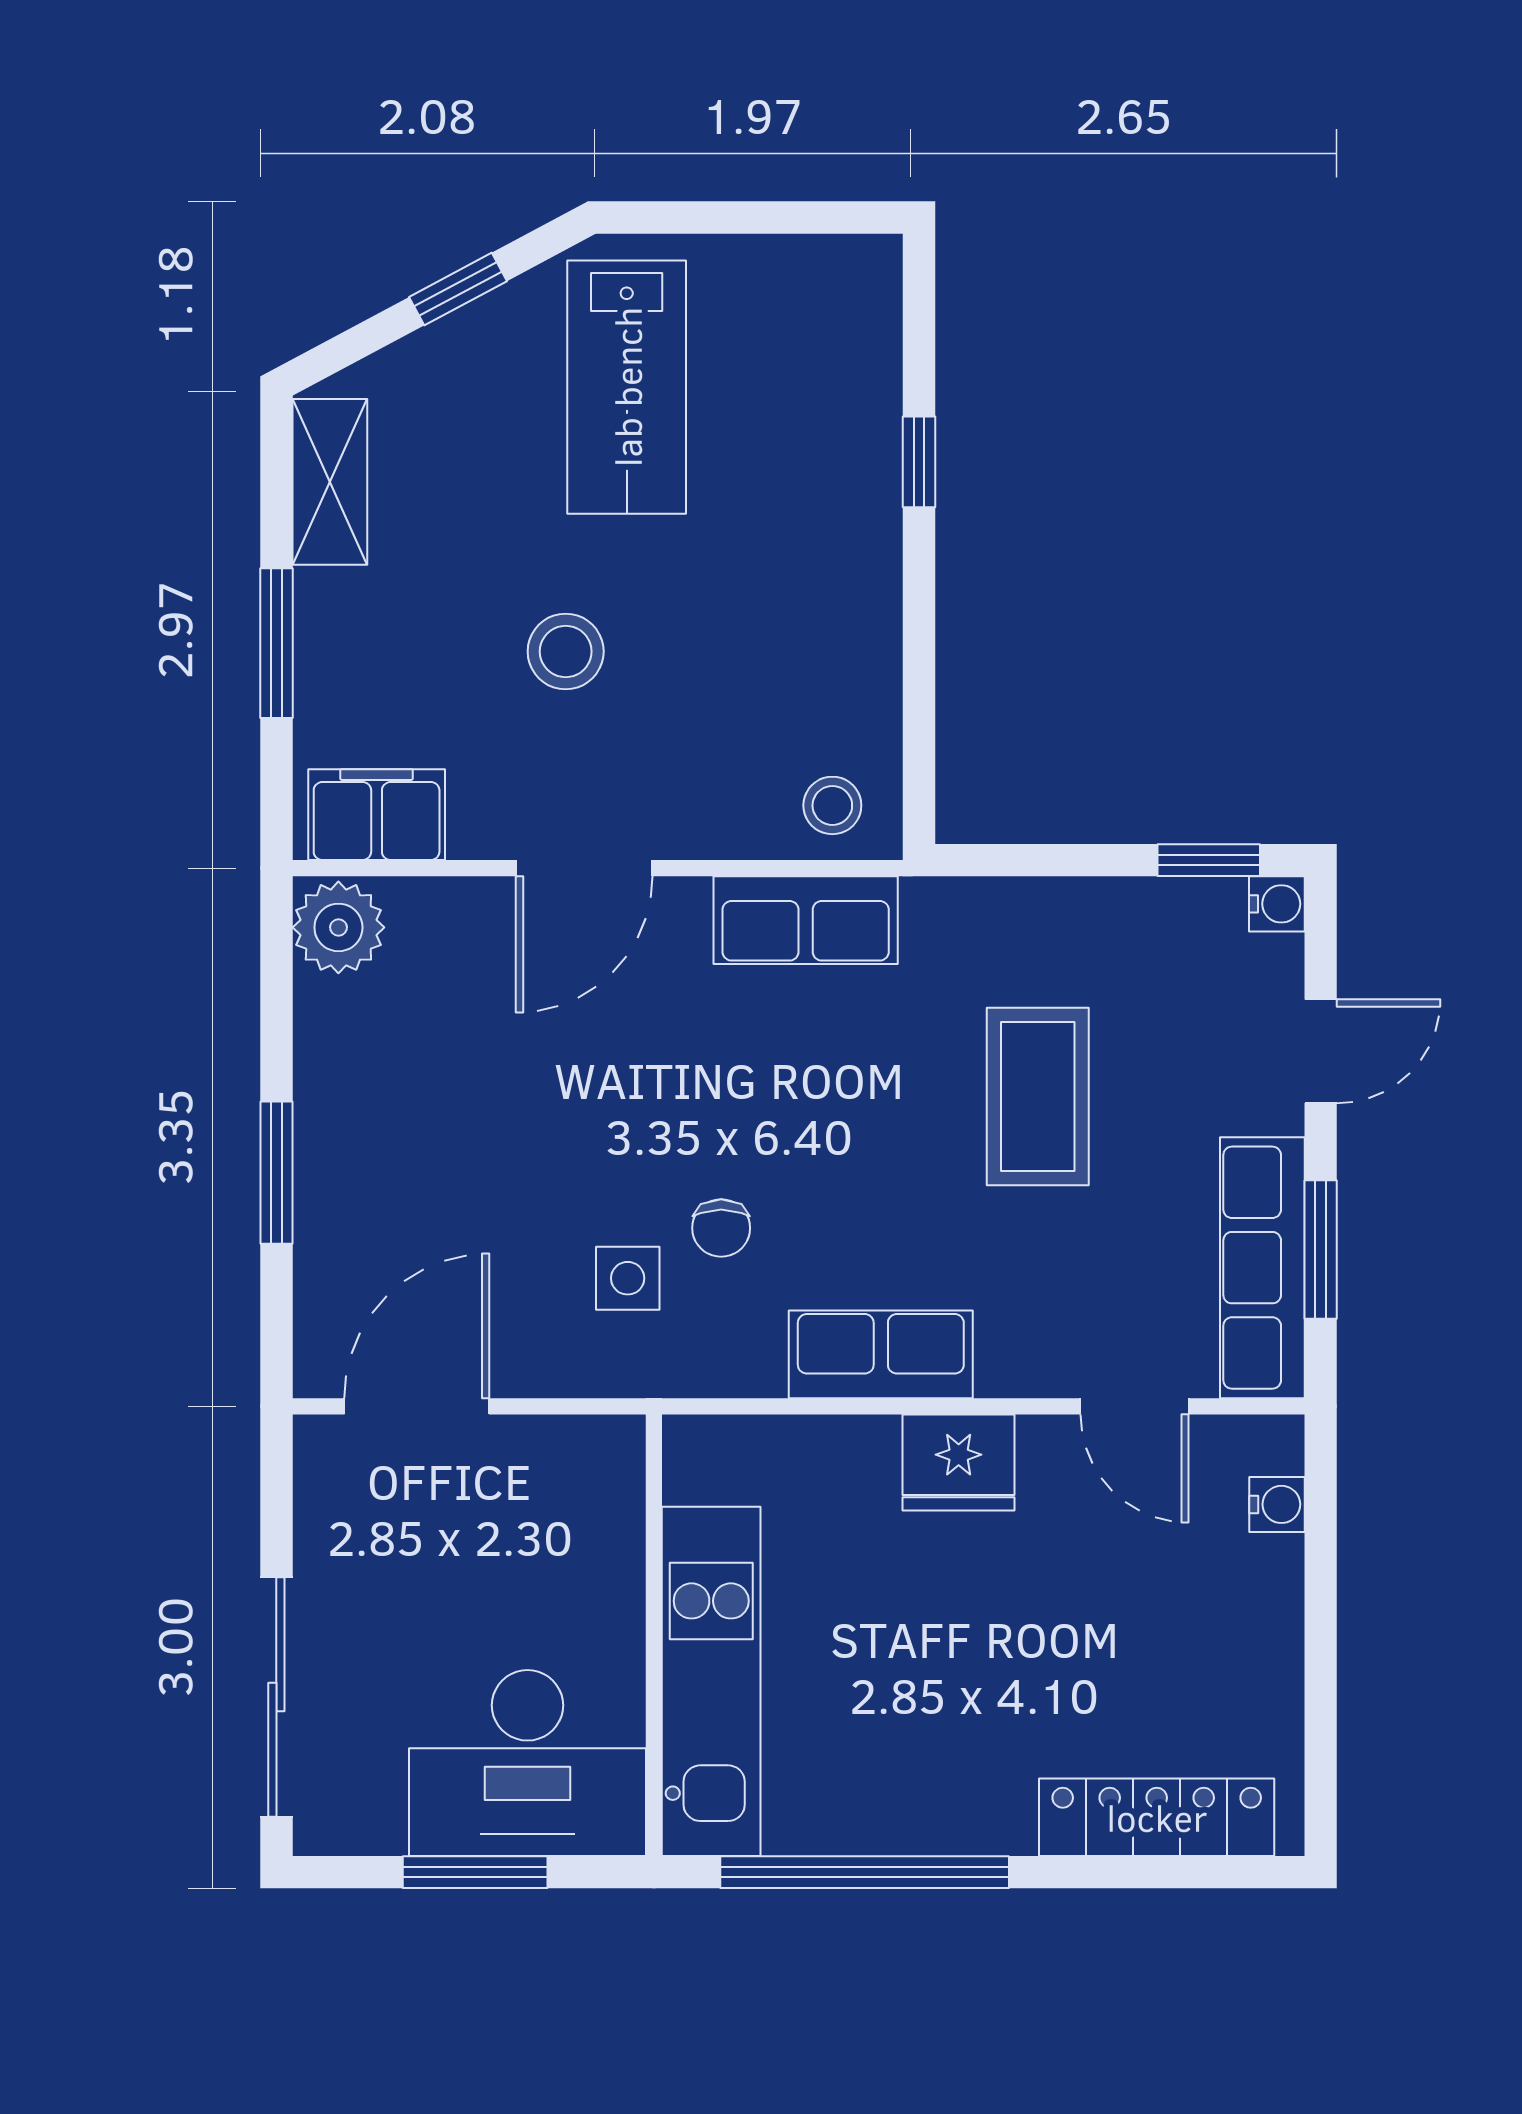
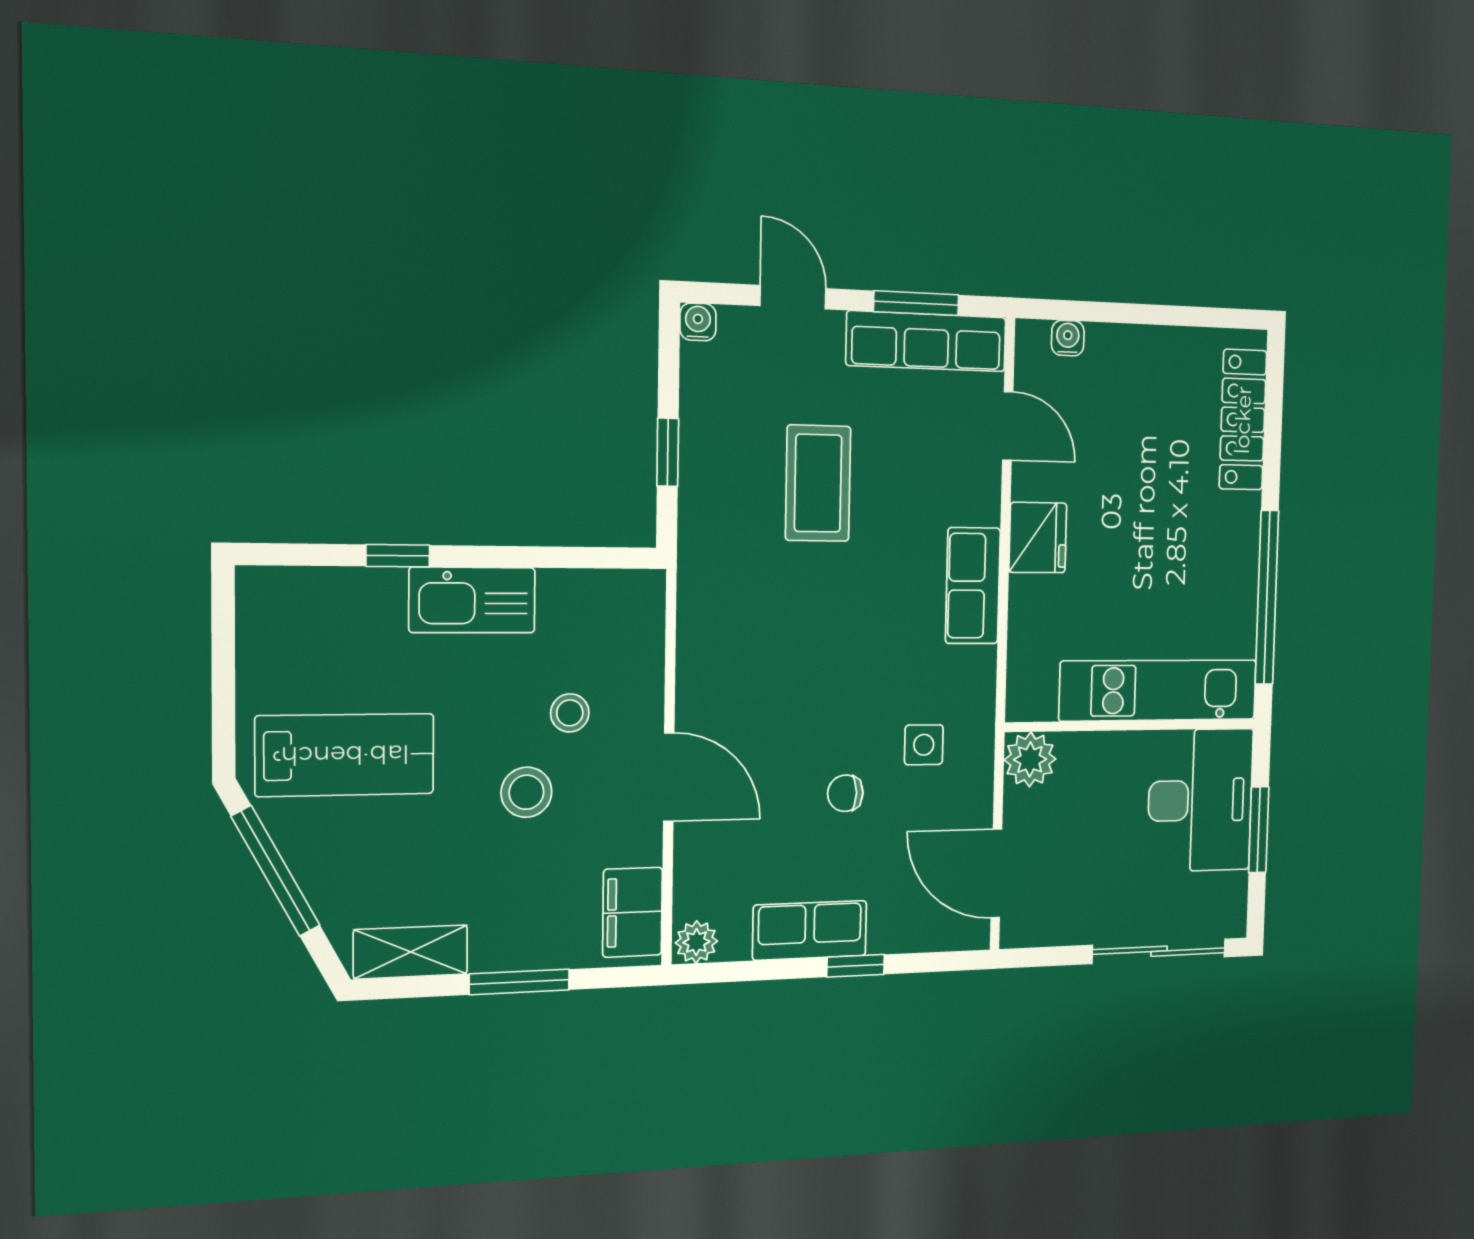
window: (458, 289) -> (276, 871), width x2.17
kitchen sink: (854, 570) -> (472, 600), added
stool: (832, 805) -> (570, 713), moved
window: (1209, 860) -> (668, 452), moved
row of seats: (806, 920) -> (810, 930), moved, turned -90
plant: (338, 927) -> (696, 942), width x0.73, depth x0.73
coffee table: (1038, 1097) -> (818, 483), turned 90
window: (276, 1173) -> (856, 966), width x0.67
chair: (721, 1228) -> (845, 793), moved, turned 180
door: (1135, 1406) -> (1008, 426), hinge flipped
plant: (601, 1459) -> (1030, 759), added

